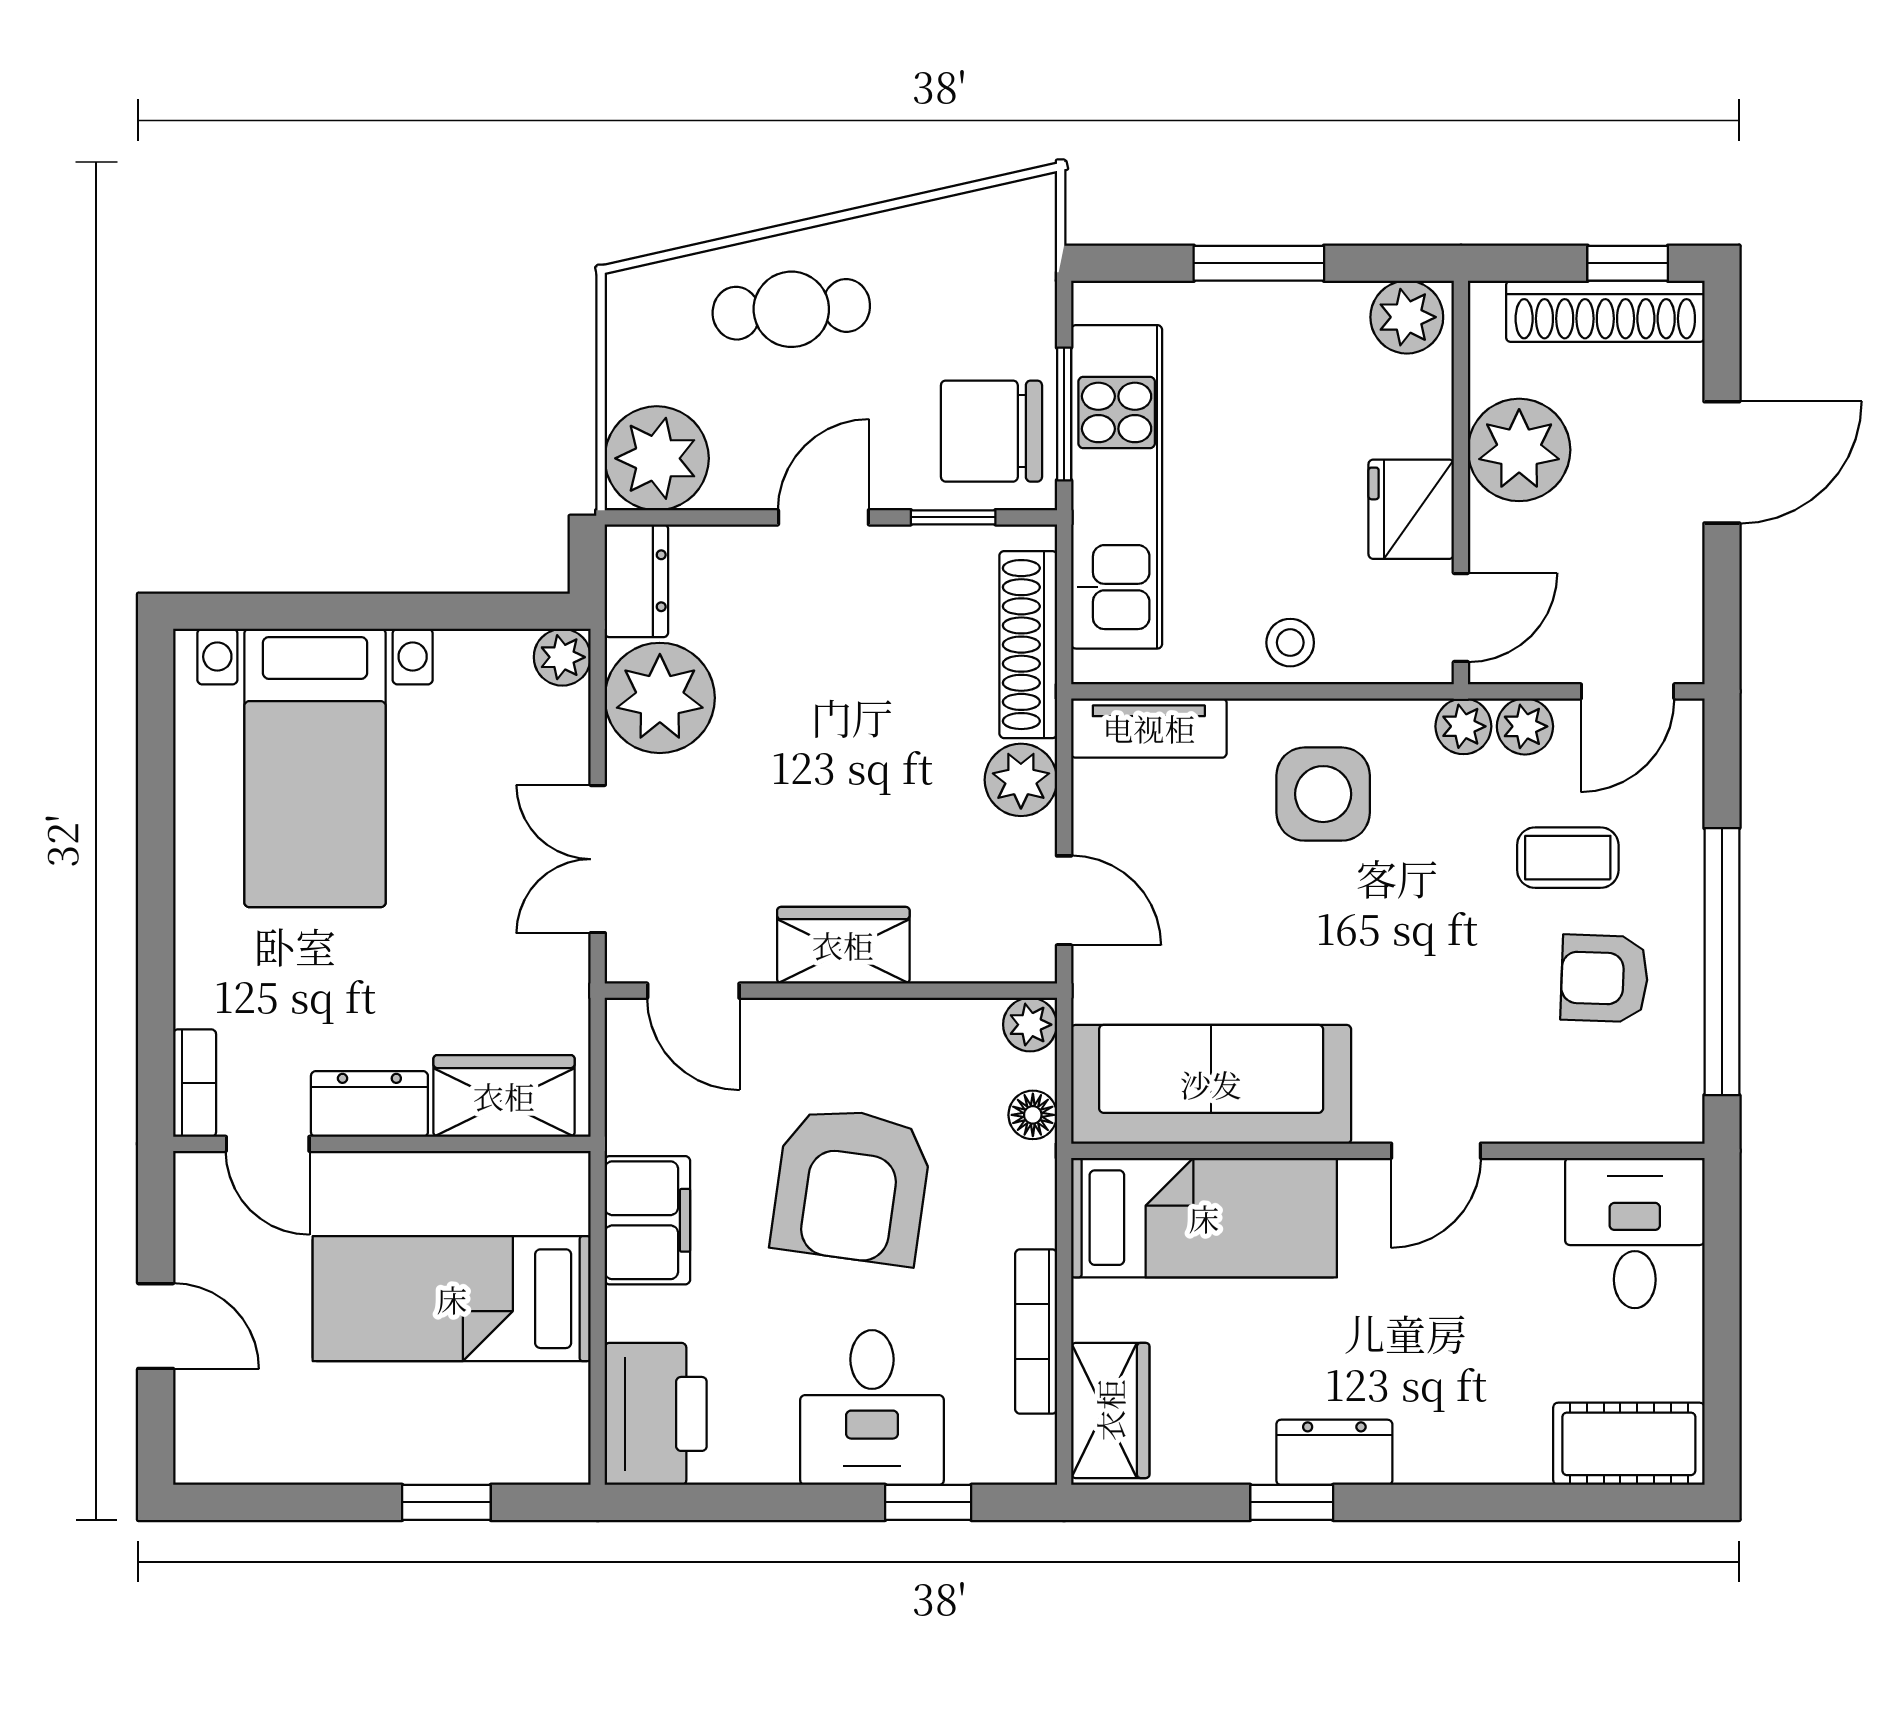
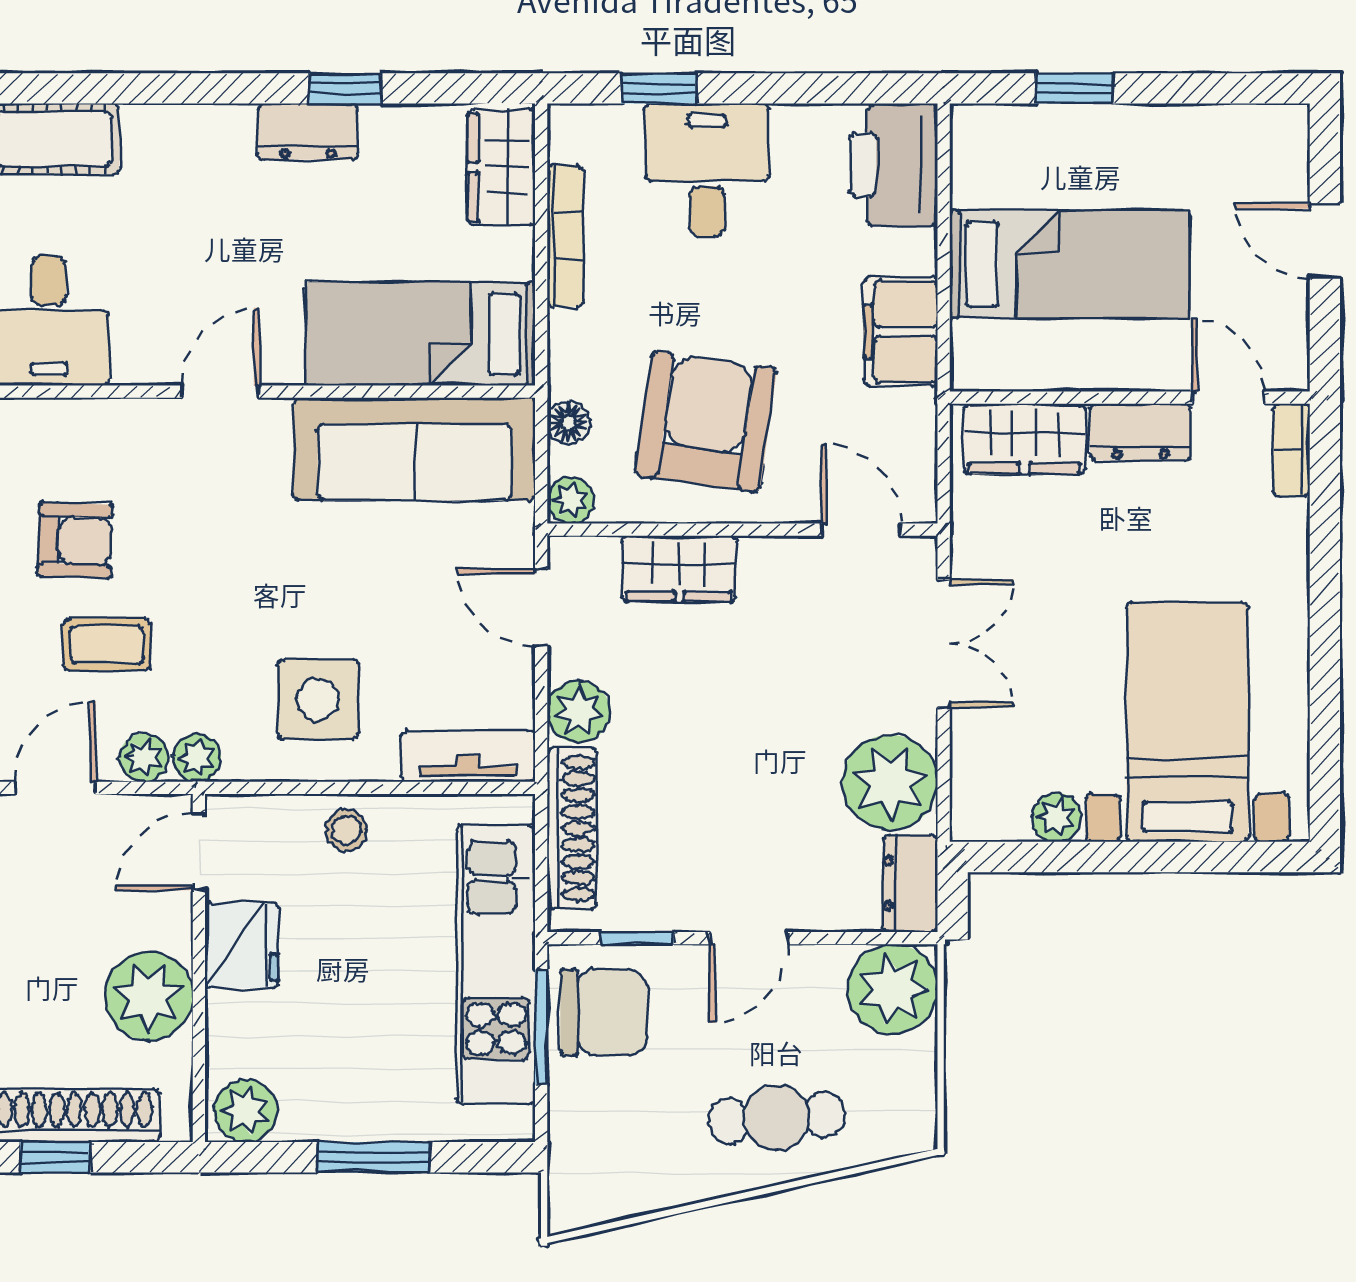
plant: (562, 657) -> (1057, 817), moved
wardrobe: (843, 945) -> (679, 569), moved
armchair: (851, 1185) -> (706, 422), moved

